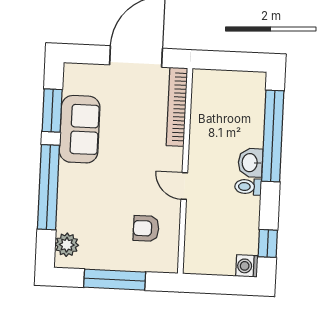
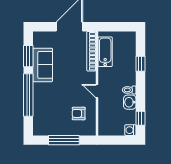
bathtub: (204, 109) -> (105, 52), added
window: (273, 136) -> (140, 64), width x0.32
washbasin: (250, 163) -> (130, 102), moved
plant: (67, 245) -> (39, 124), removed

